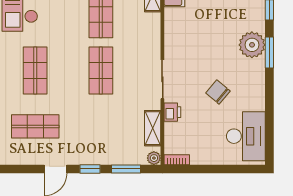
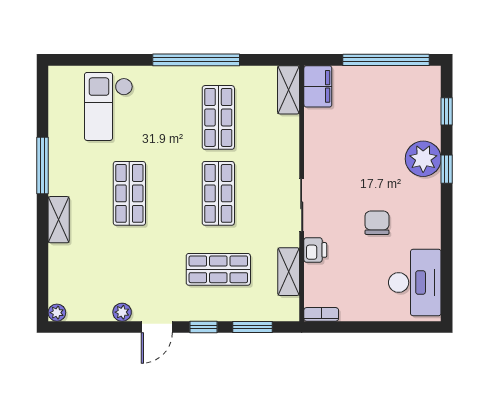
window: (269, 53) -> (447, 169), width x0.67
chair: (218, 92) -> (377, 223), turned 50
shop shelf: (35, 126) -> (218, 269), moved
plant: (154, 158) -> (122, 312), moved

